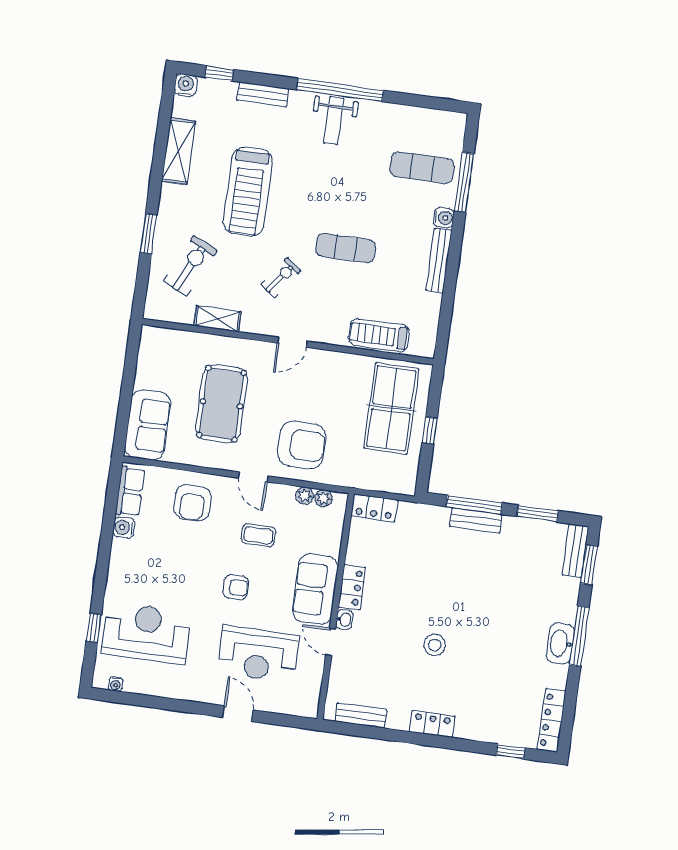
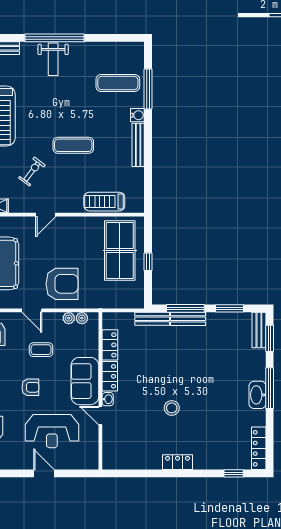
locker: (374, 508) -> (110, 345), moved, turned -90
bench: (361, 716) -> (152, 319), moved

